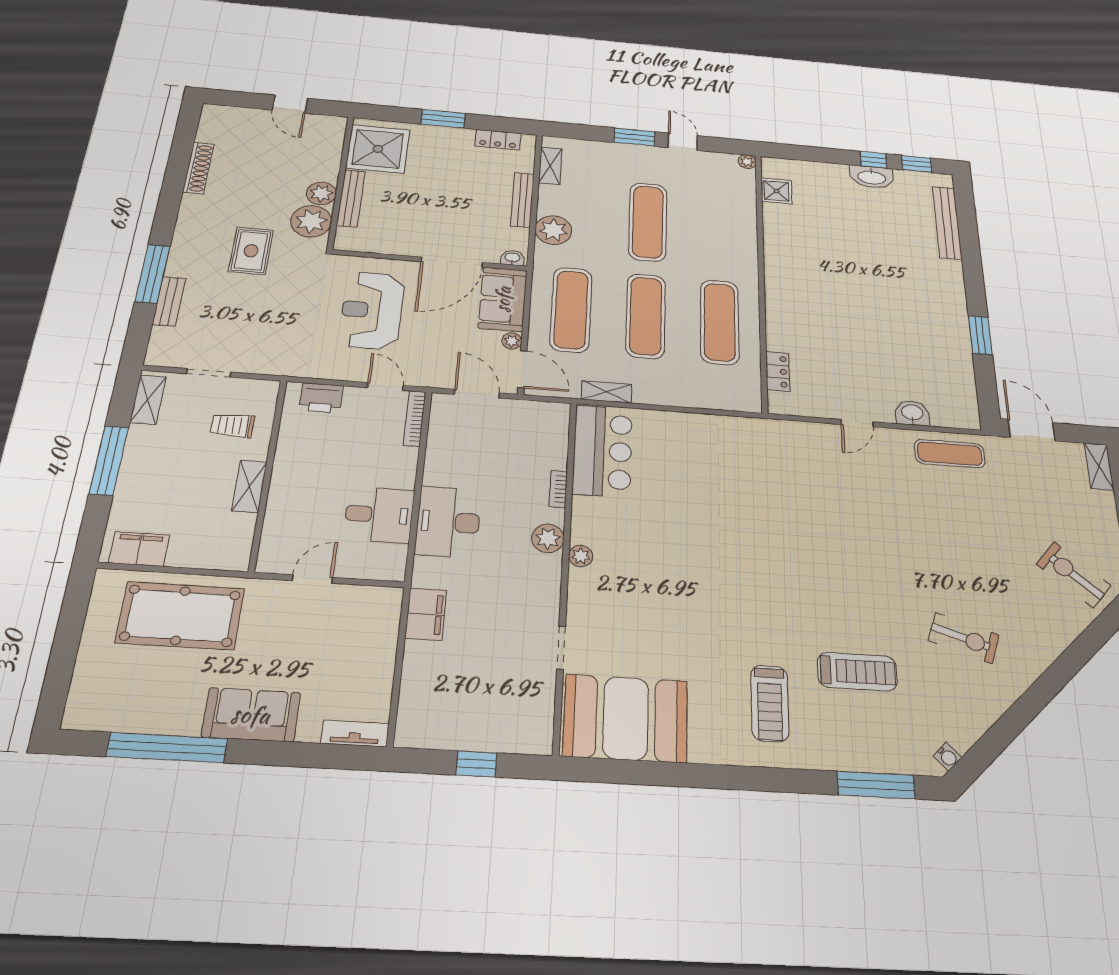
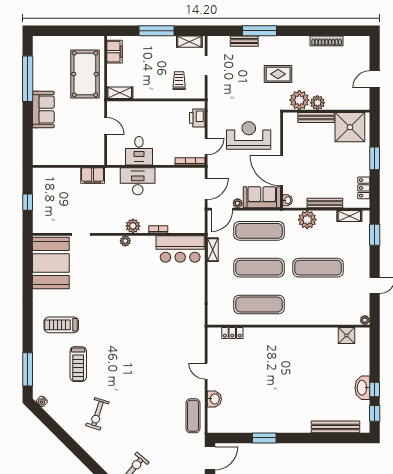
window: (634, 137) -> (375, 235), moved
shelving: (249, 486) -> (120, 93), moved
tv unit: (355, 733) -> (38, 152), removed

